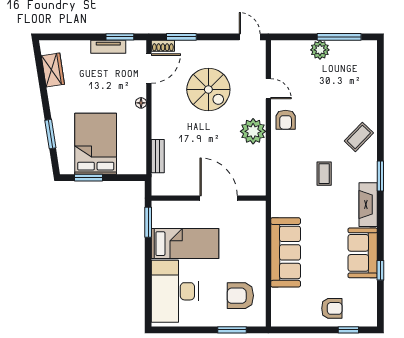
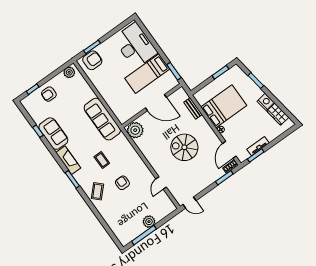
spiral stairs: (208, 89) -> (184, 147), moved
door: (268, 89) -> (161, 183), hinge flipped
nightstand: (57, 97) -> (266, 102), added
armchair: (286, 120) -> (122, 183), moved
plant: (253, 131) -> (135, 130), moved
bed: (96, 144) -> (224, 106), moved, turned -90
door: (219, 198) -> (156, 103), moved
sofa: (286, 252) -> (102, 119), moved
armchair: (240, 296) -> (92, 60), moved
plant: (285, 318) -> (69, 72), added

